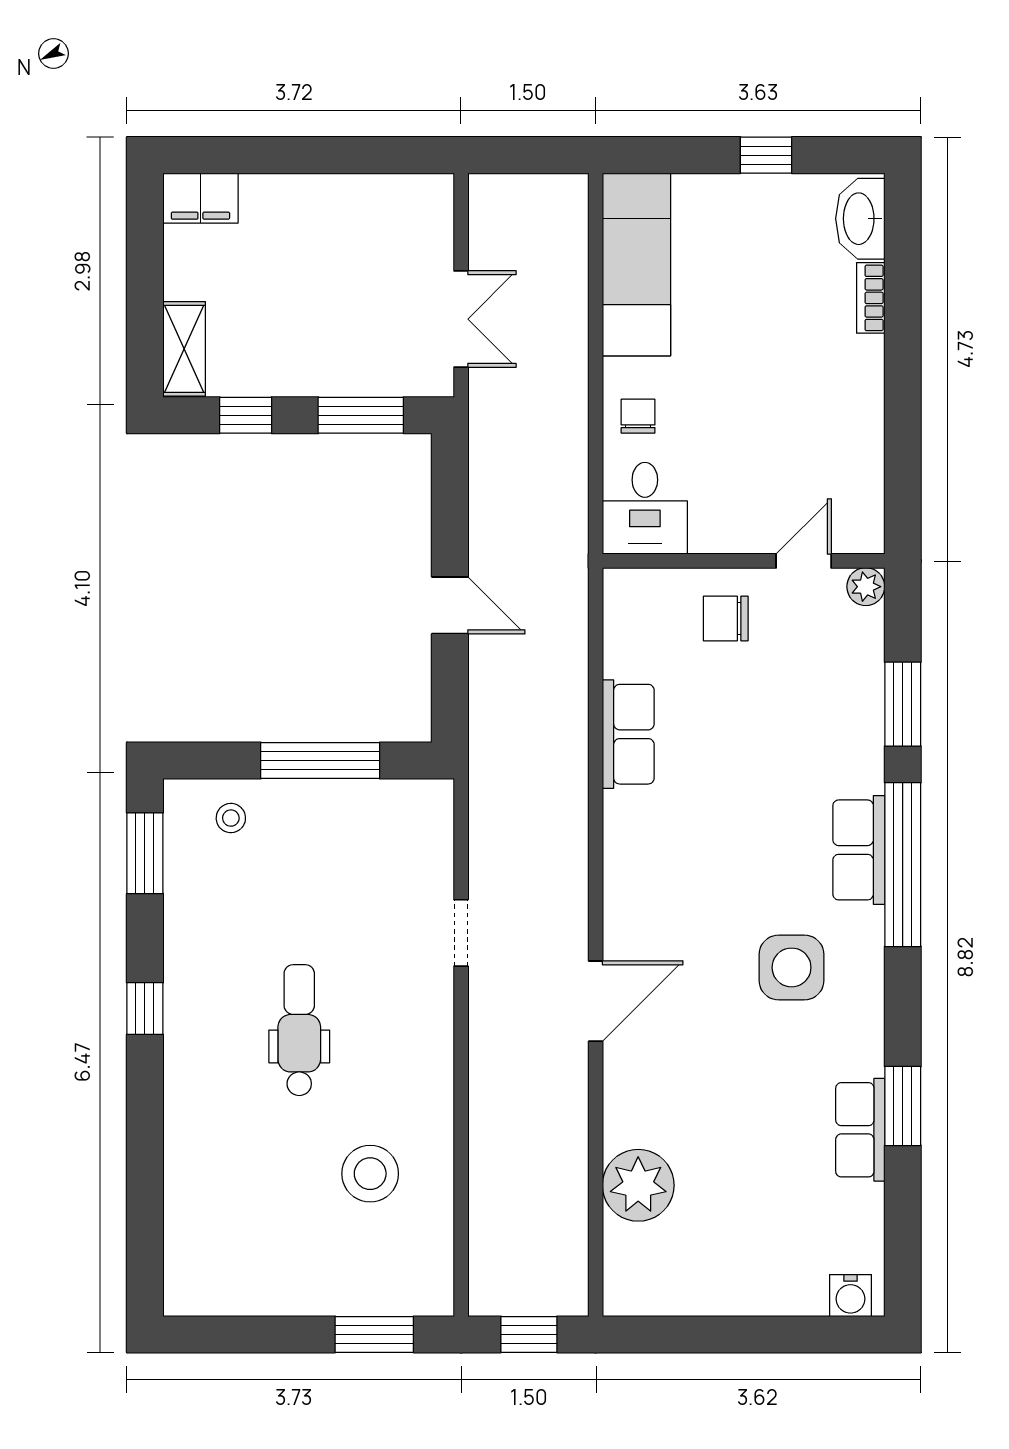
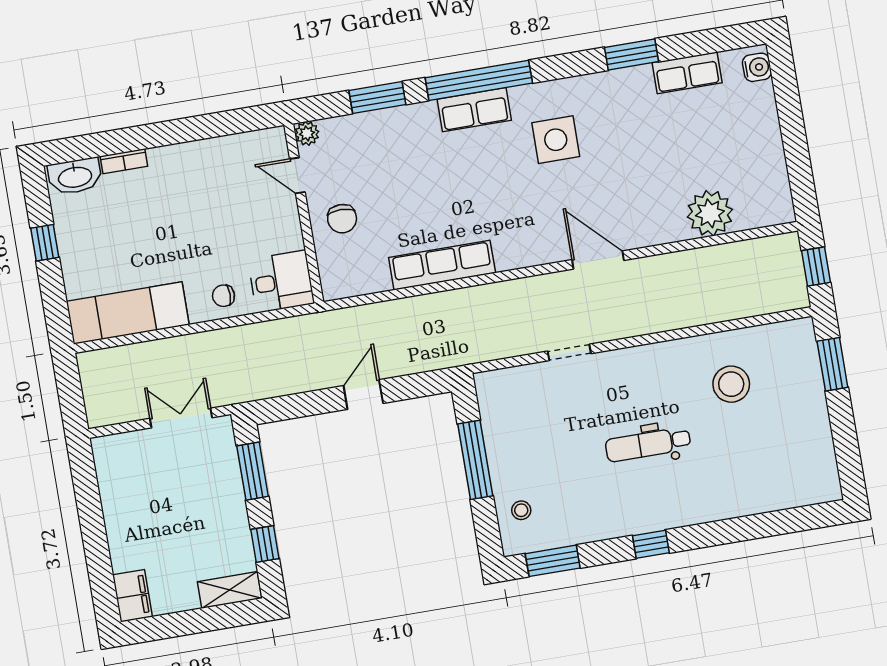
row of seats: (628, 734) -> (442, 265), width x1.48
row of seats: (860, 1130) -> (687, 73), moved

